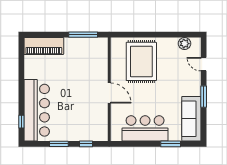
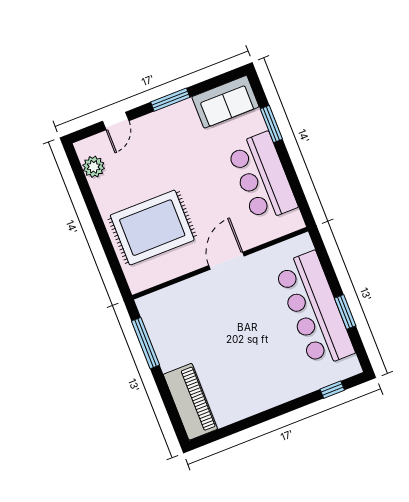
bar counter: (37, 110) -> (314, 310), moved, turned -90
sofa: (191, 119) -> (225, 102), width x0.73
window: (86, 144) -> (327, 266), removed

